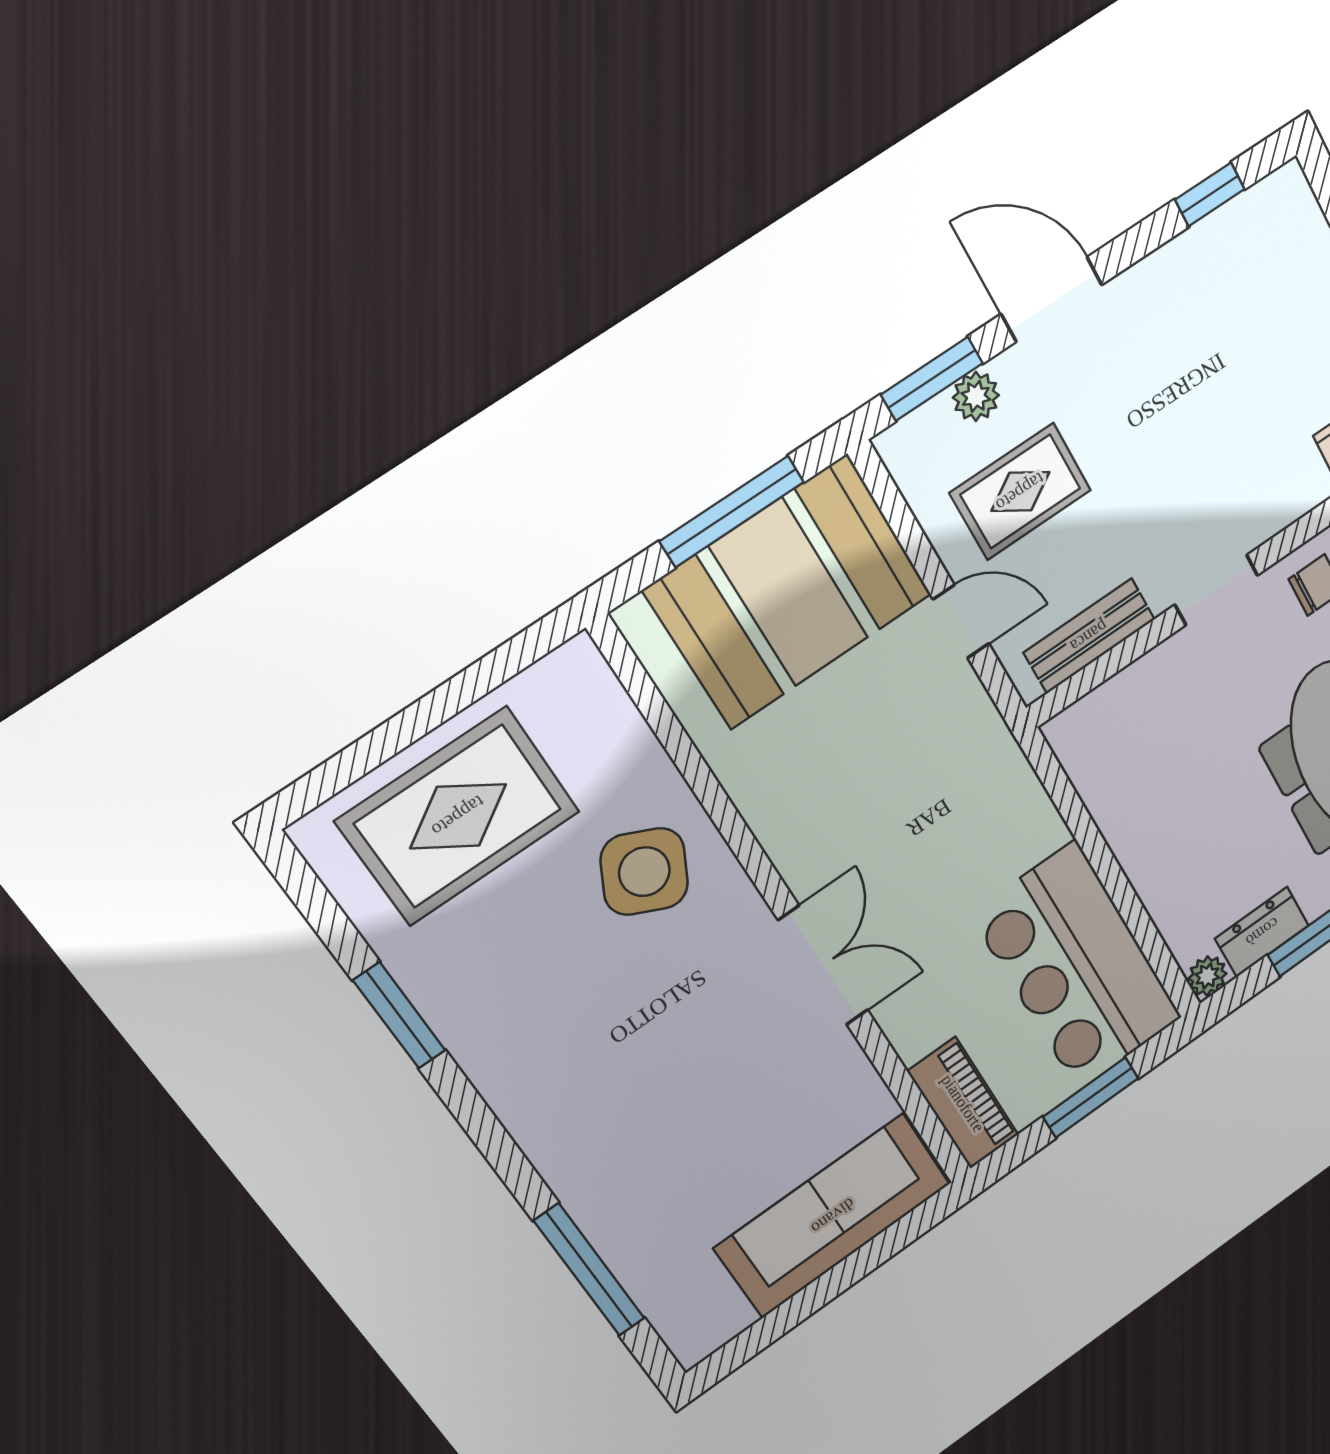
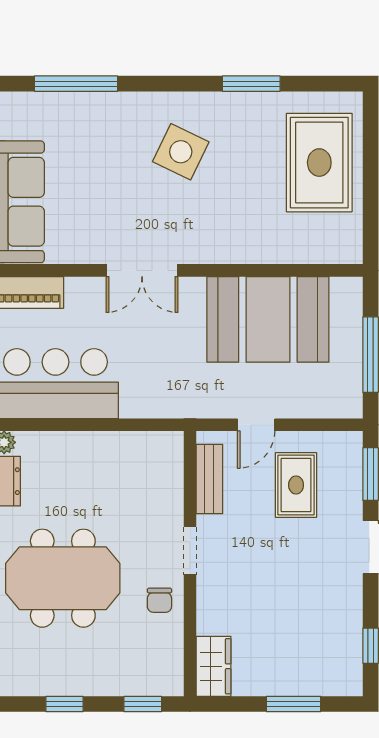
plant: (976, 396) -> (351, 489), removed
booth: (789, 592) -> (268, 319), moved, turned 90
side table: (644, 872) -> (181, 152), moved

